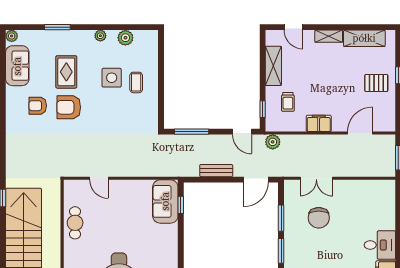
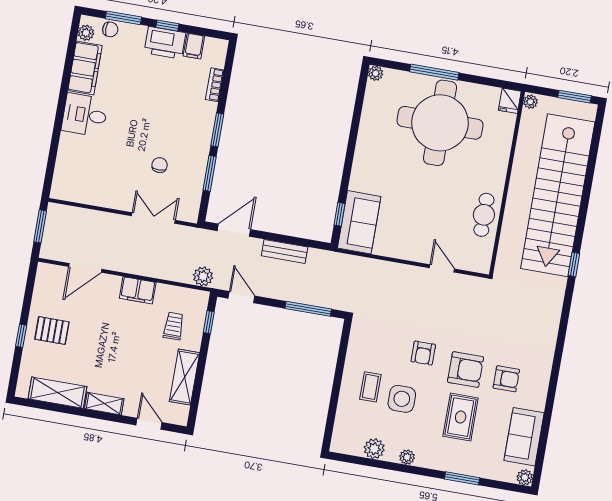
armchair: (102, 114) -> (423, 353), added
chair: (319, 218) -> (160, 165), width x0.54, depth x0.54

